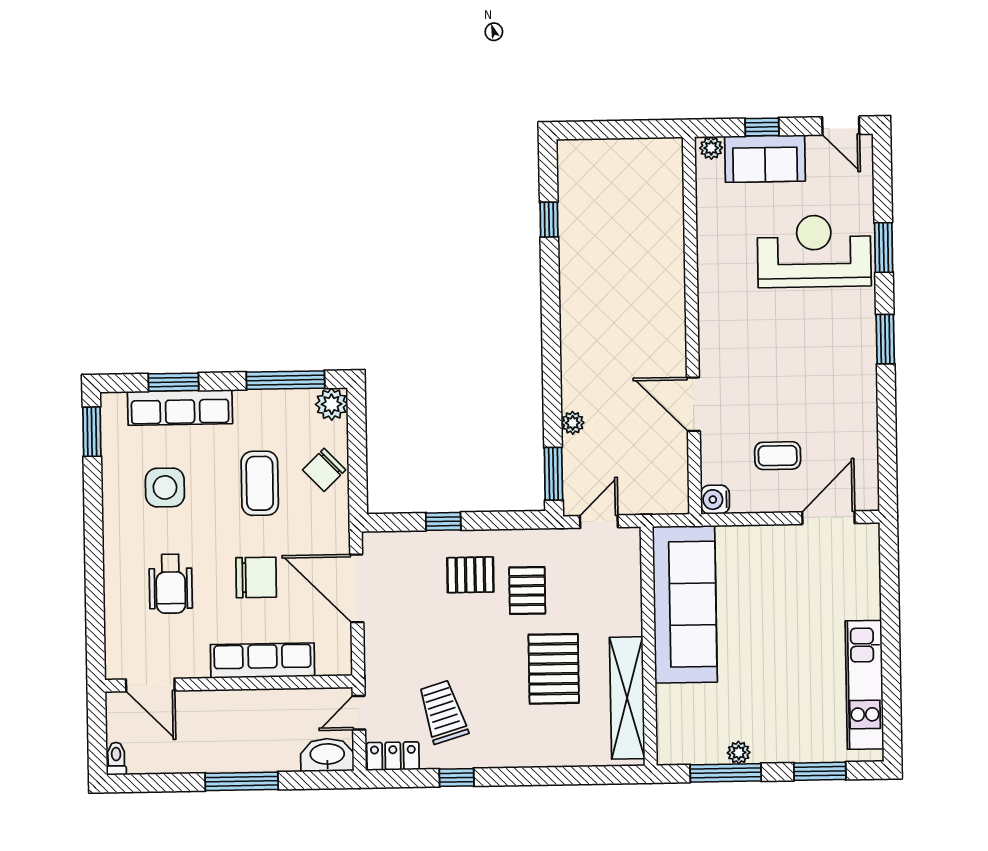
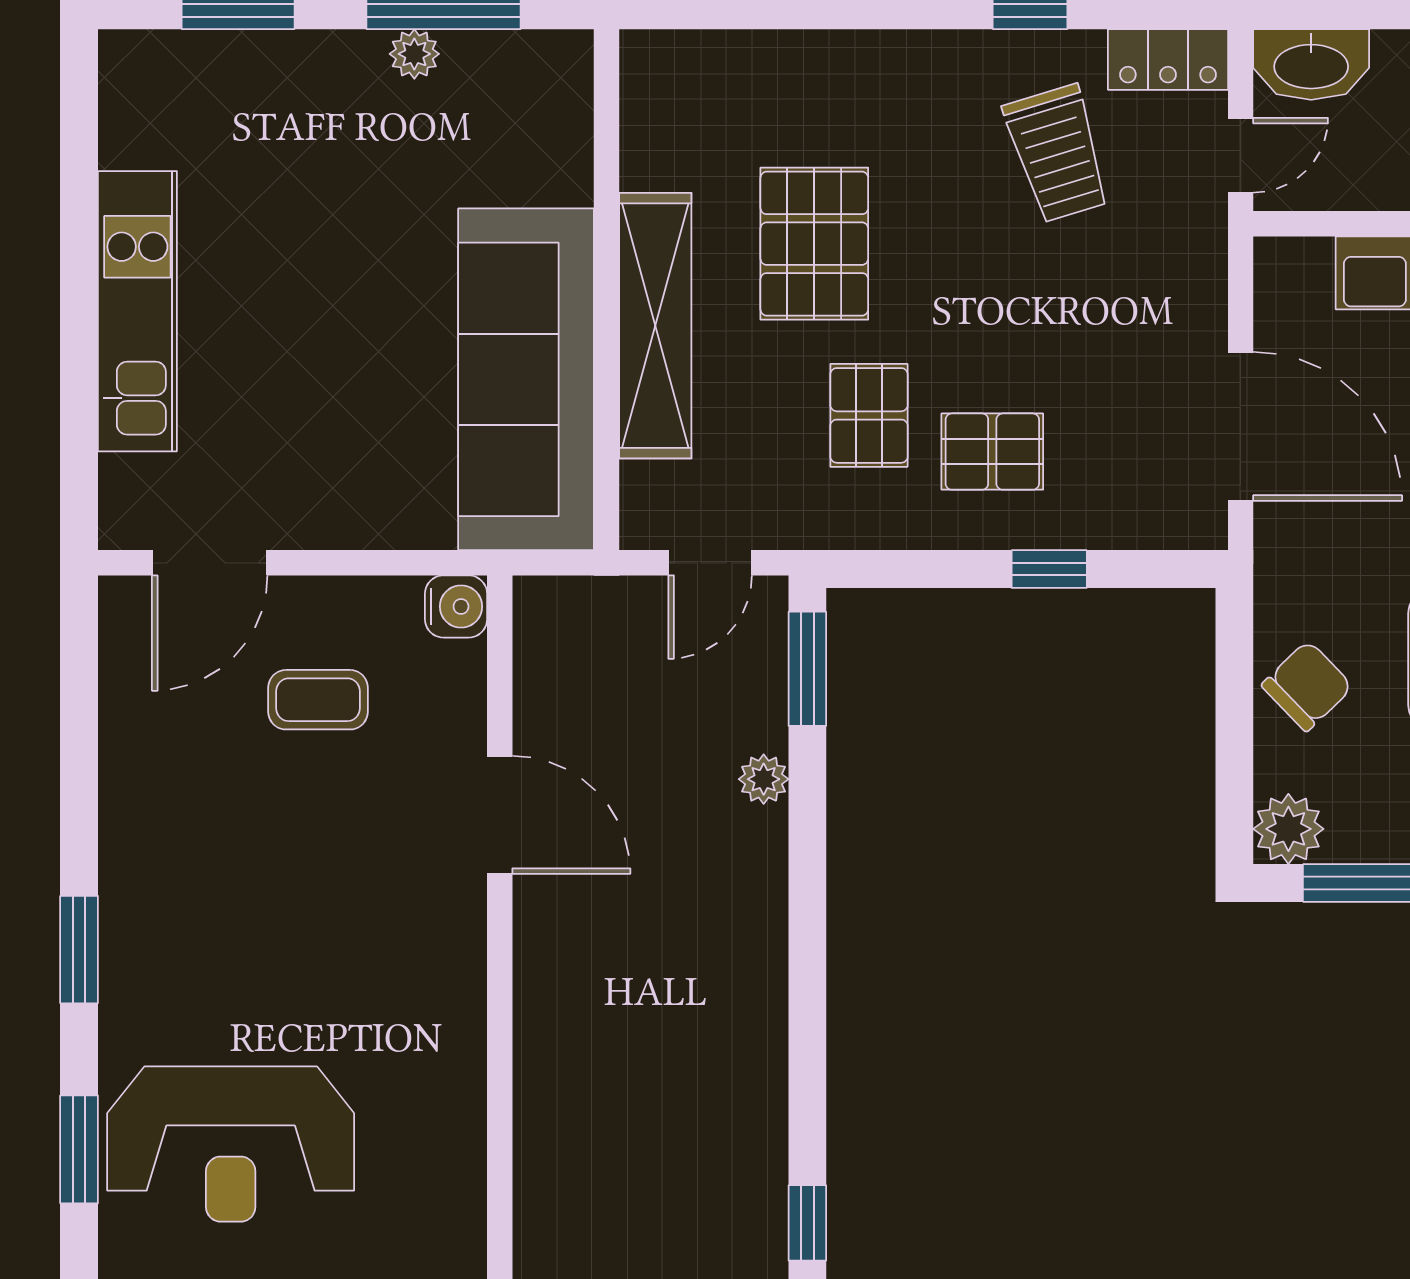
kitchen unit: (864, 685) -> (137, 311), moved
shelving: (627, 698) -> (655, 326), moved

